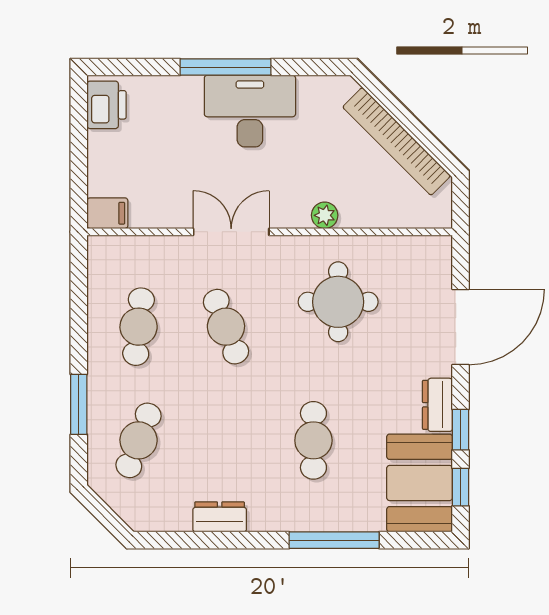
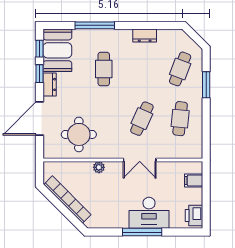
desk: (250, 111) -> (149, 213), moved
filing cabinet: (107, 213) -> (194, 180), moved
round table: (338, 302) -> (79, 134), moved
cafe table: (226, 327) -> (142, 119), turned 45

